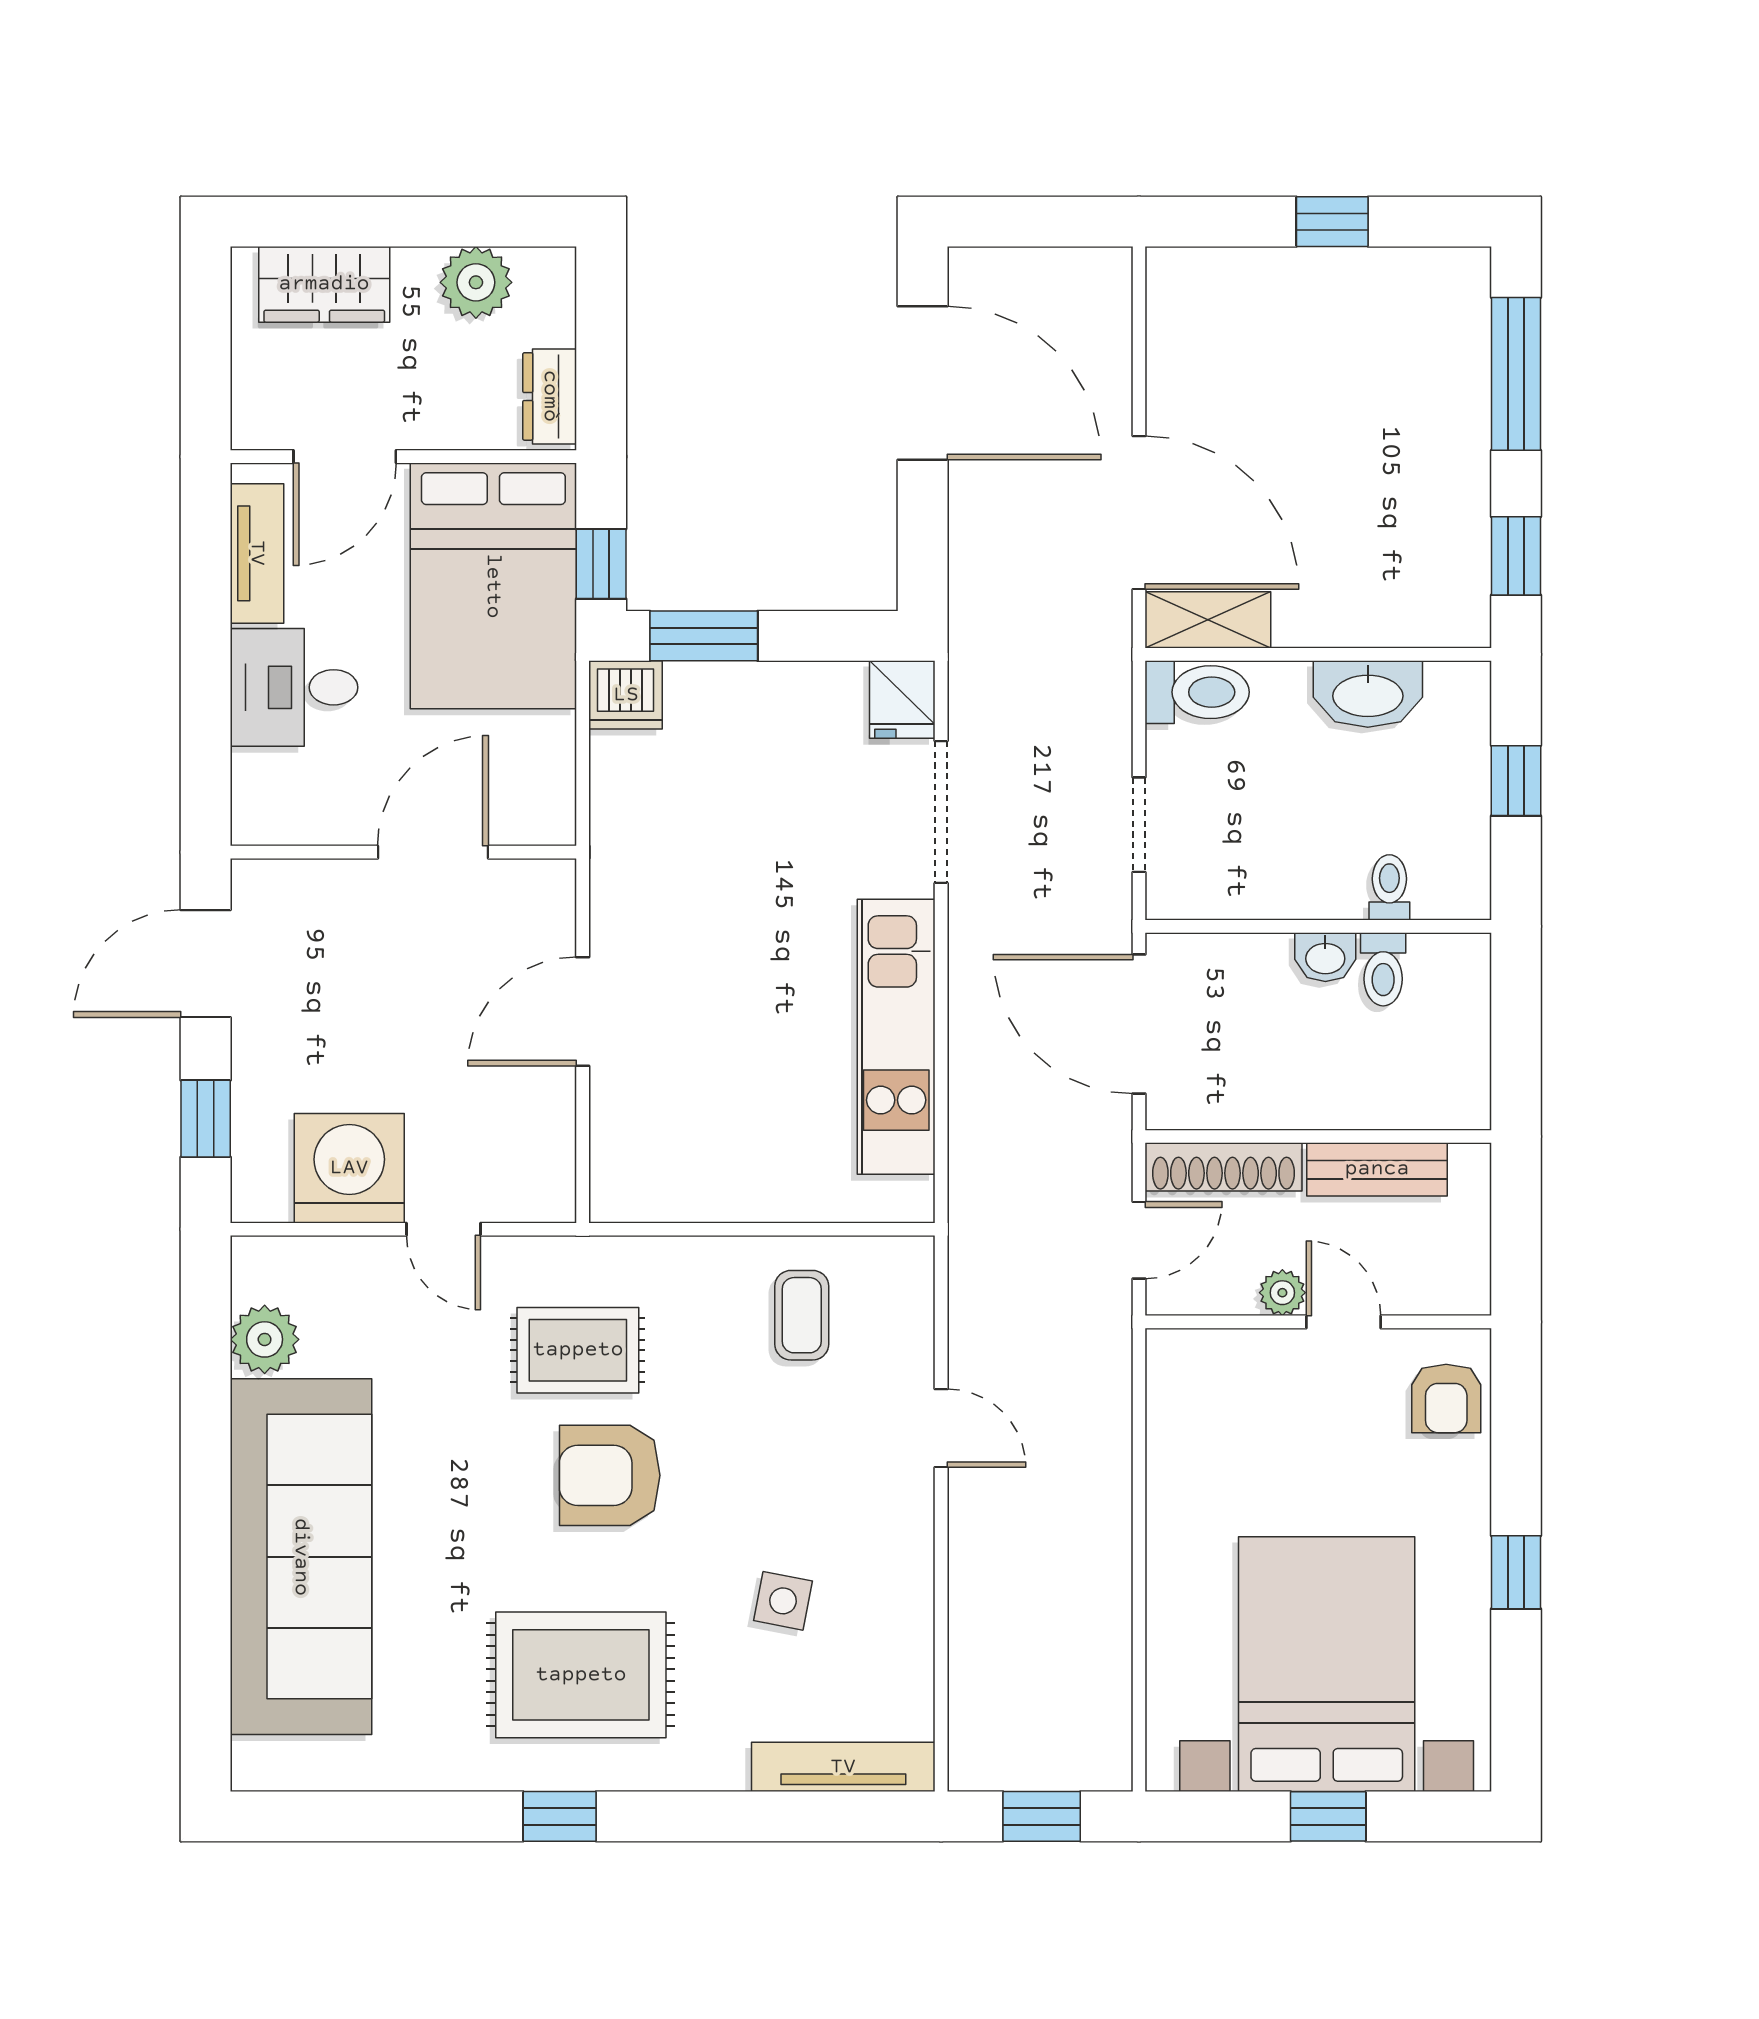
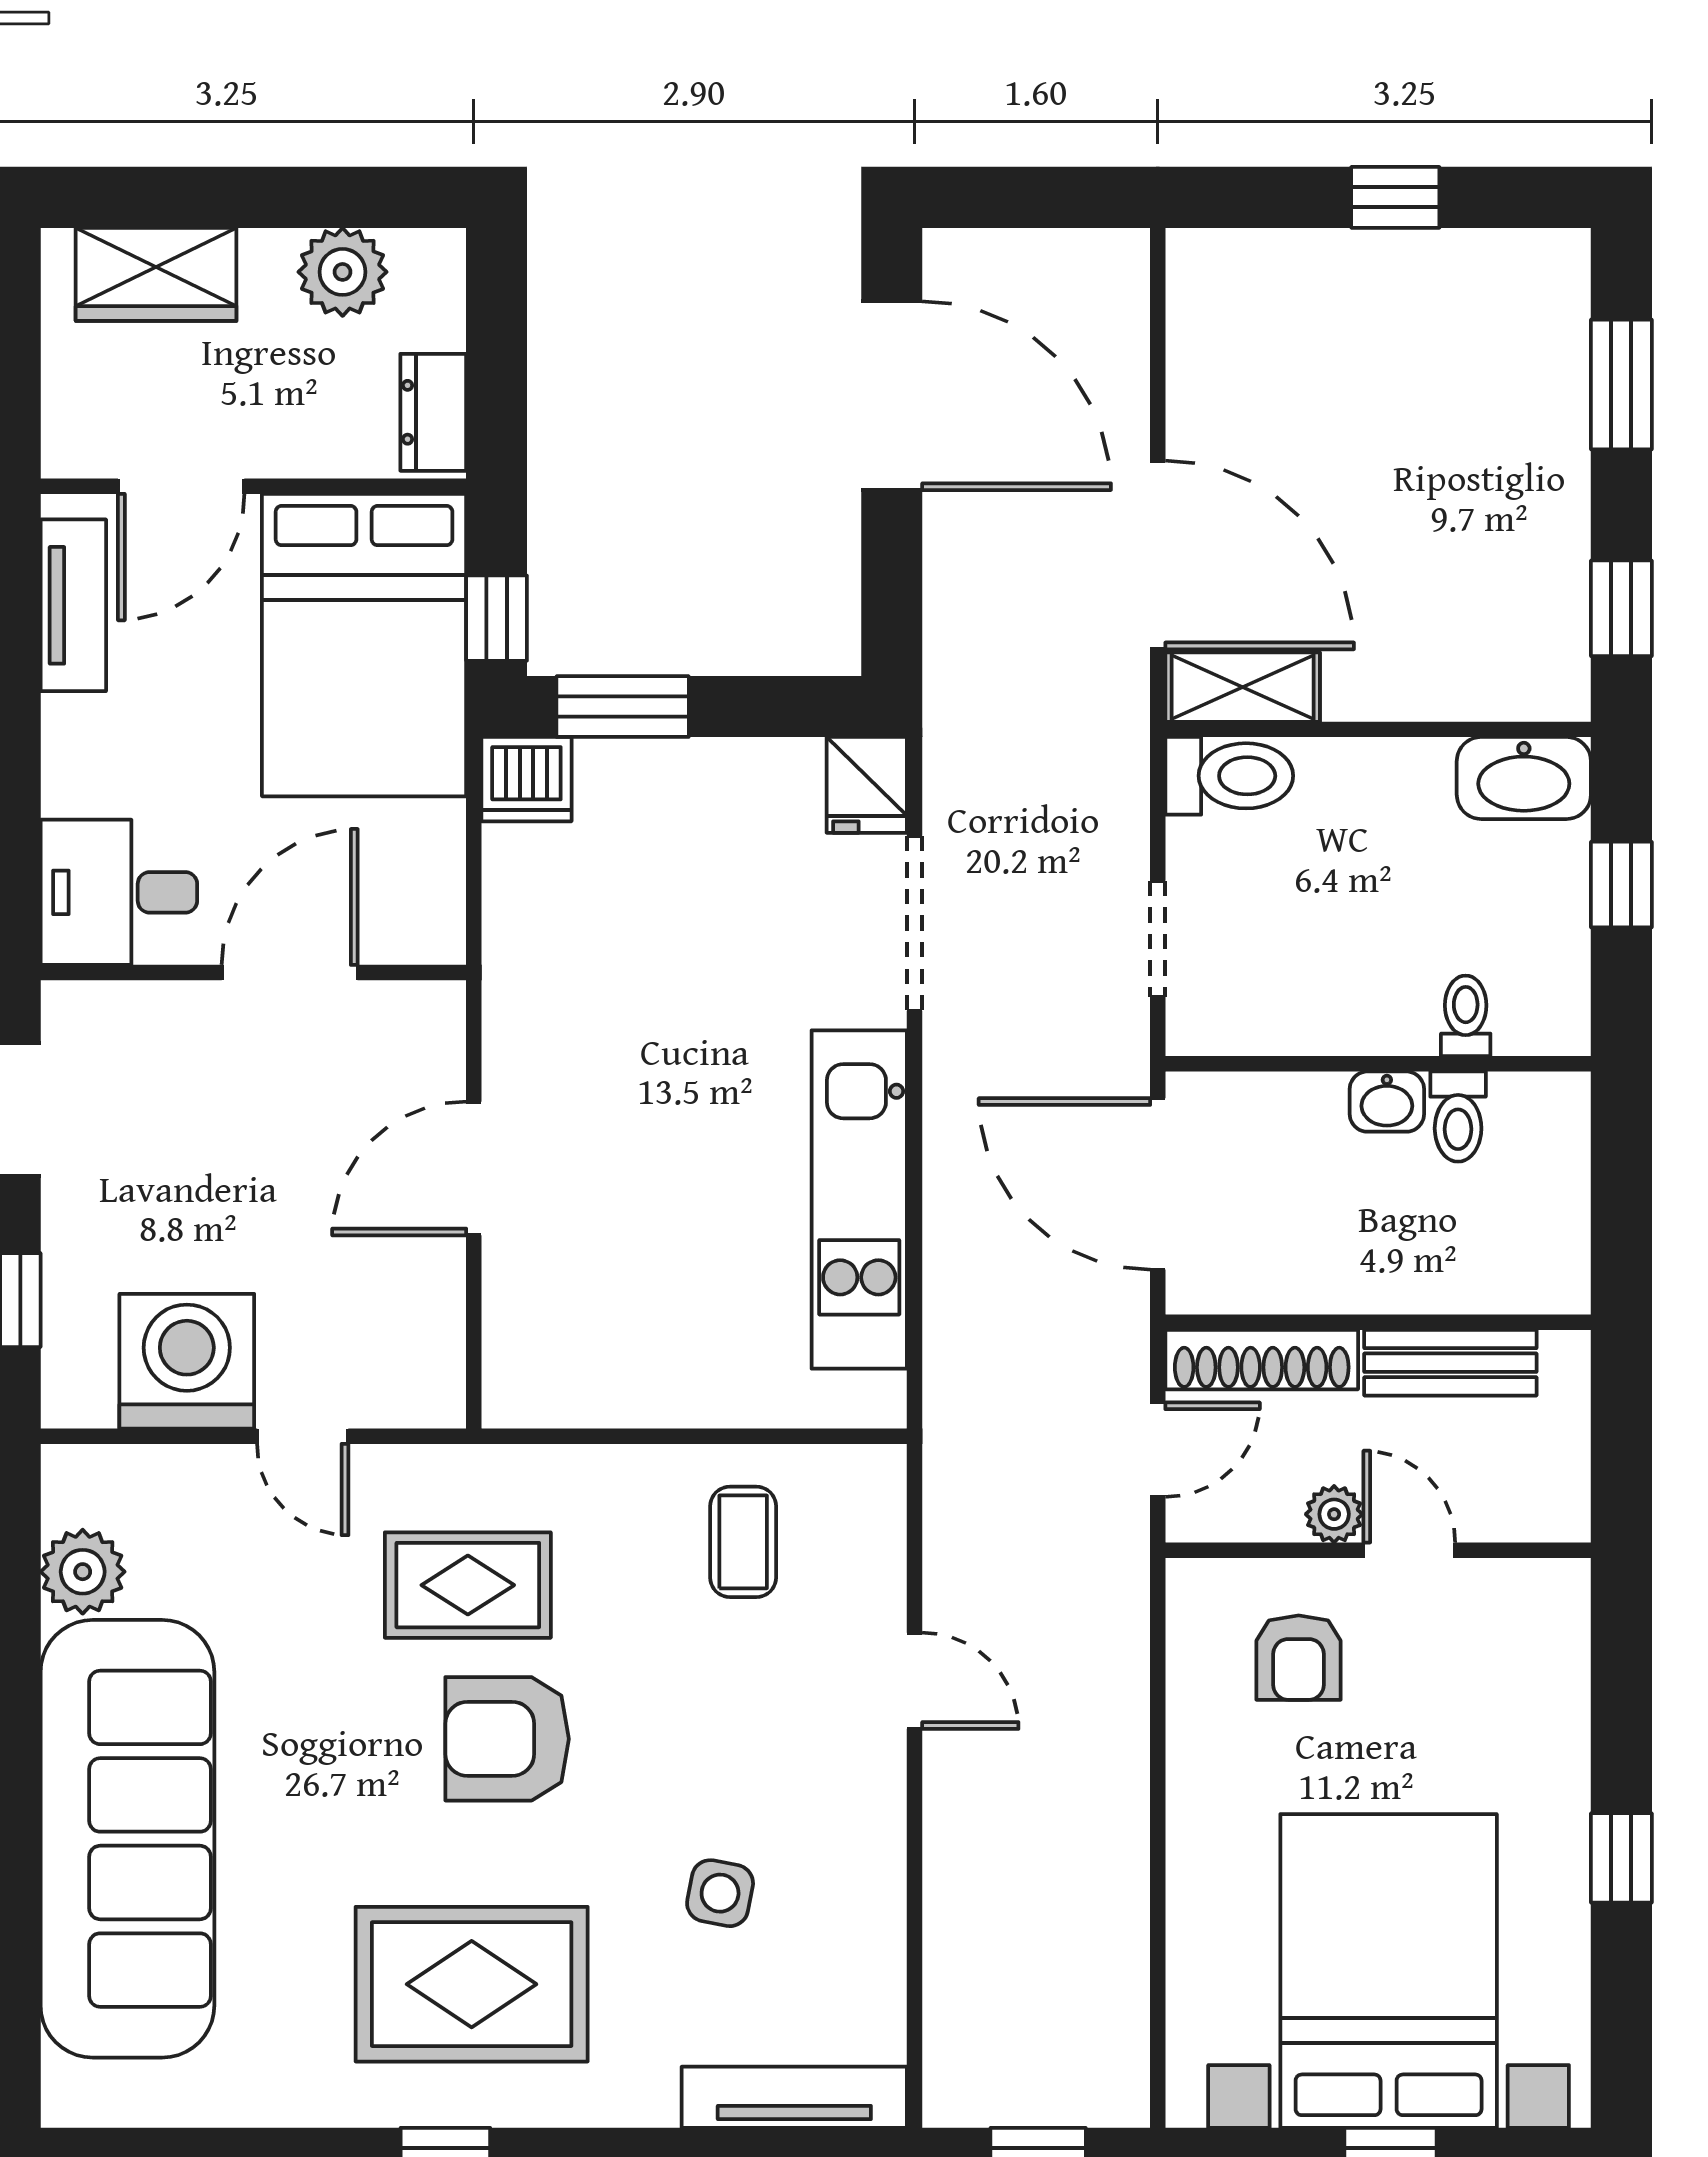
window: (1516, 374) -> (1621, 384), width x0.69
desk: (294, 687) -> (119, 892), moved
washbasin: (1368, 694) -> (1524, 778), moved
armchair: (1446, 1398) -> (1299, 1658), moved

